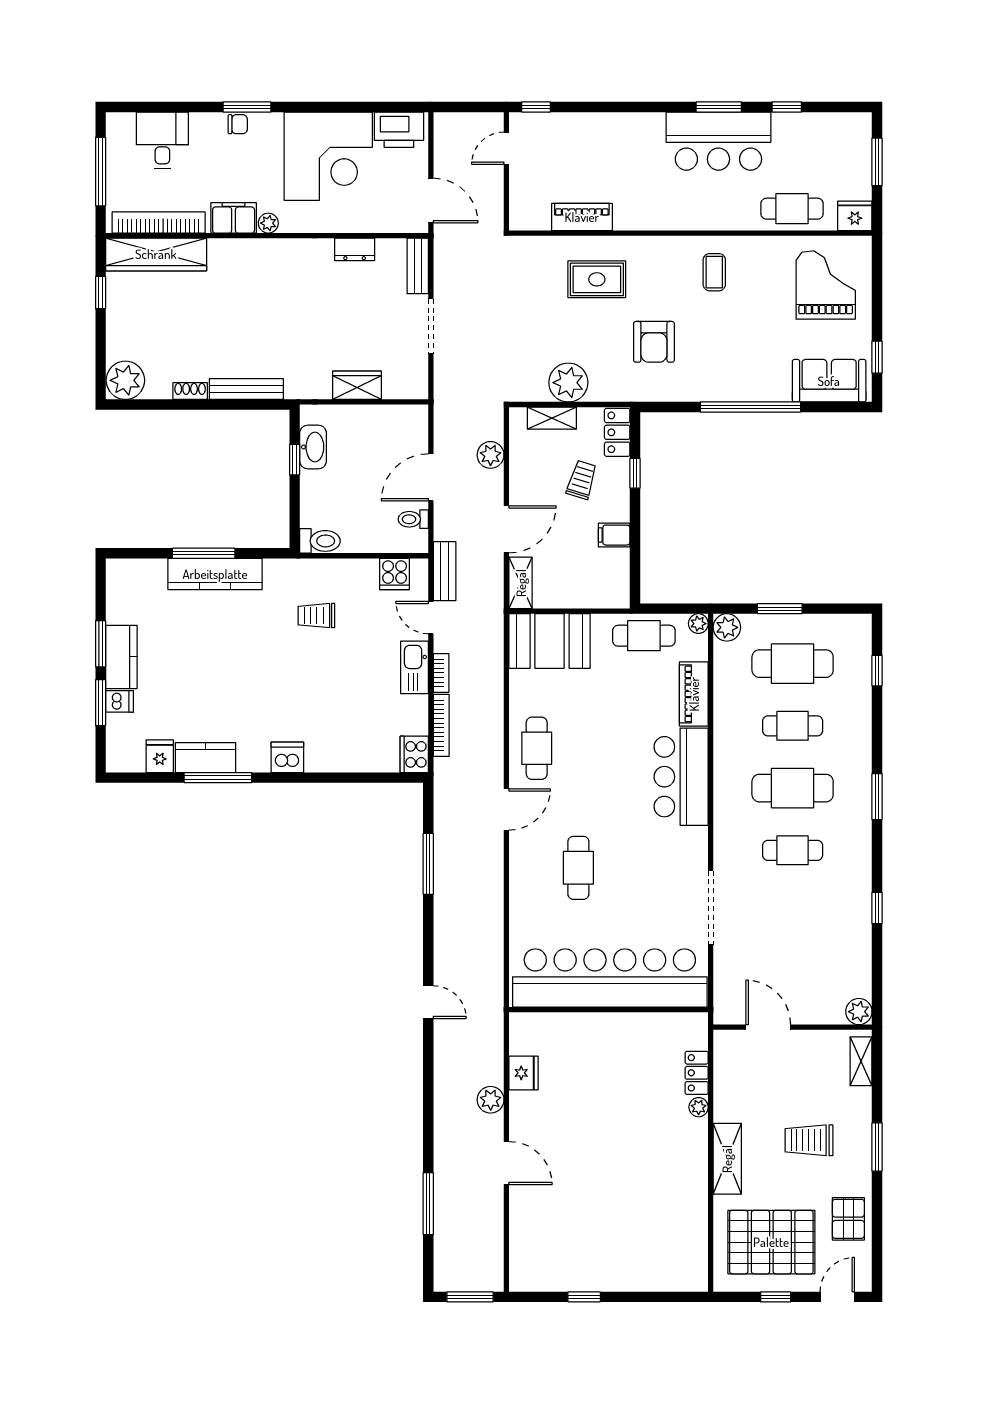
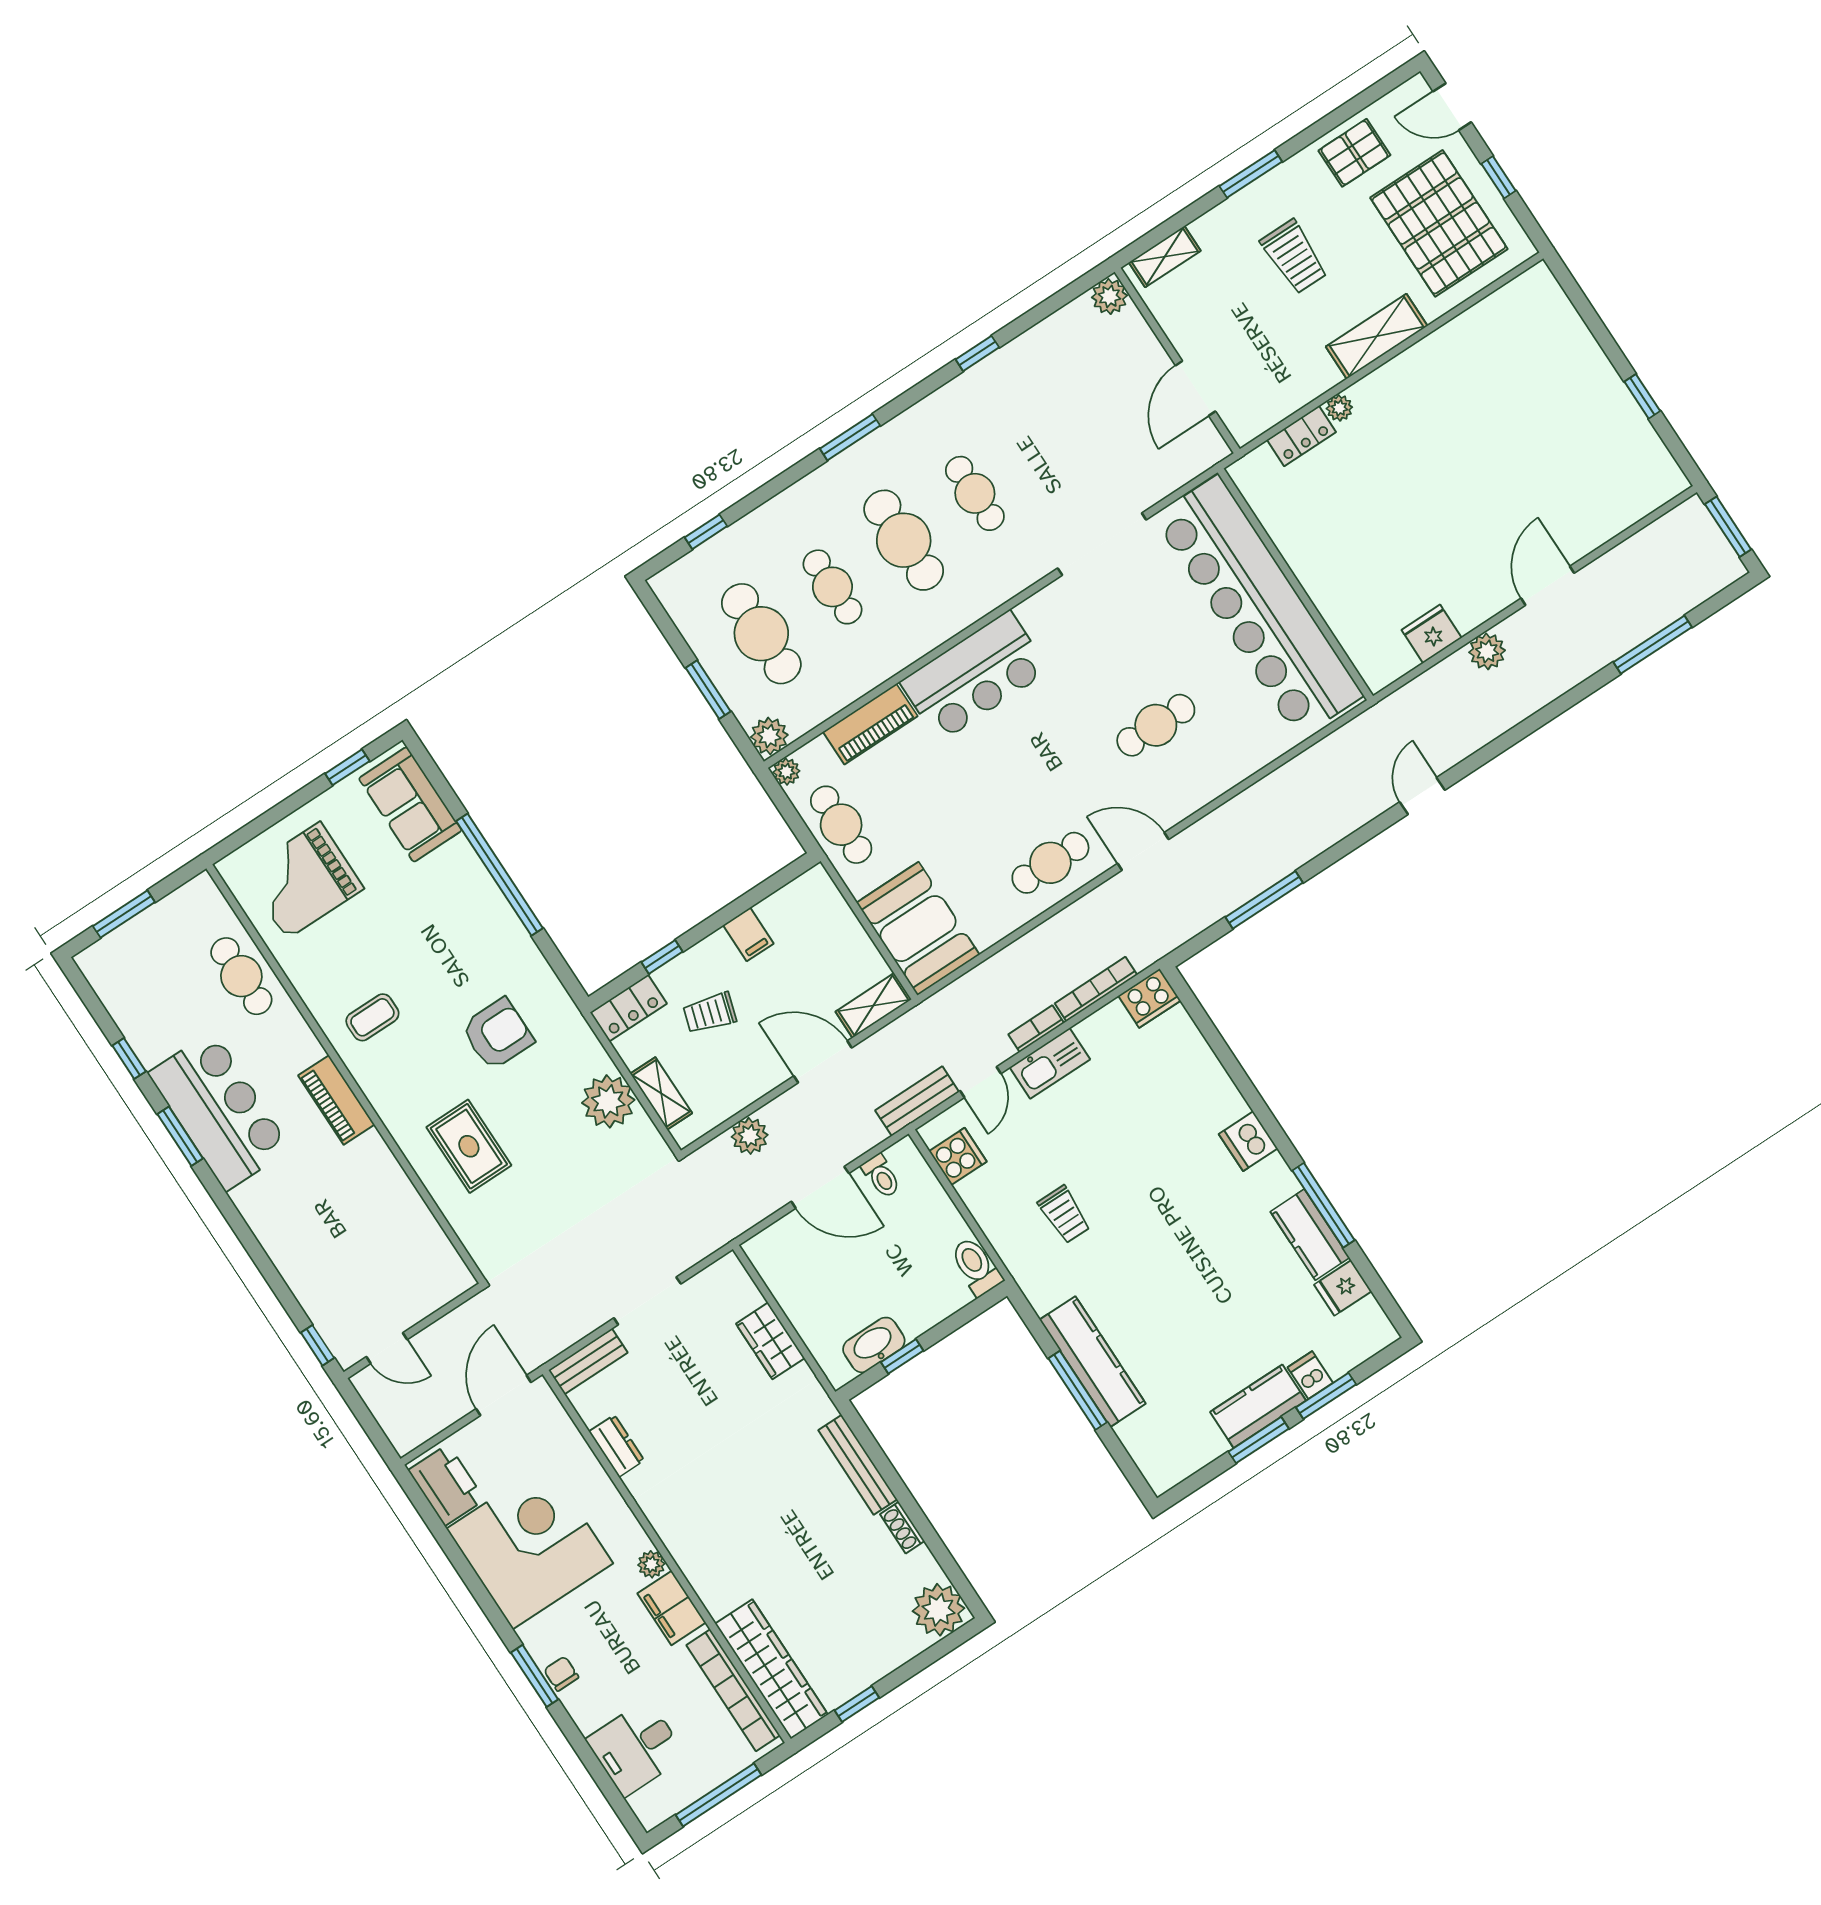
fridge: (855, 216) -> (202, 899), removed
piano: (582, 217) -> (336, 1100), moved

